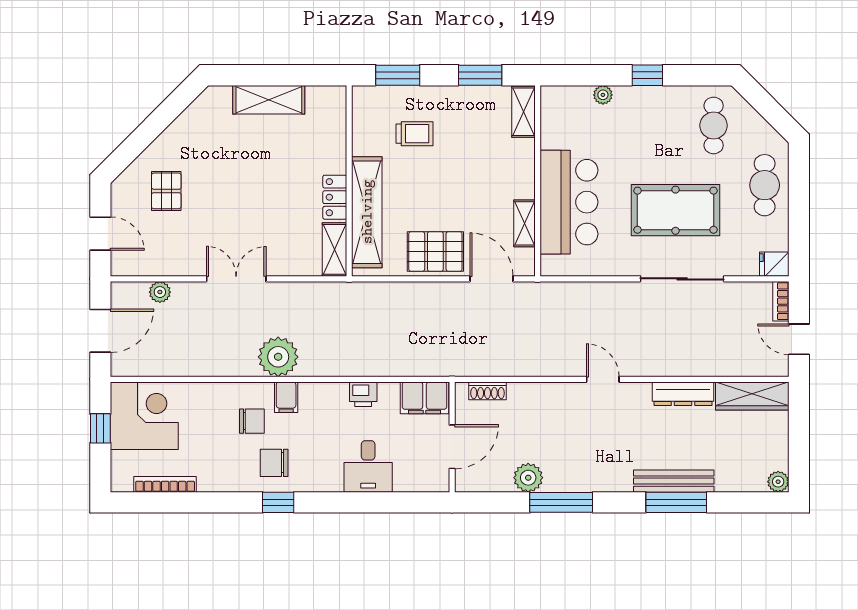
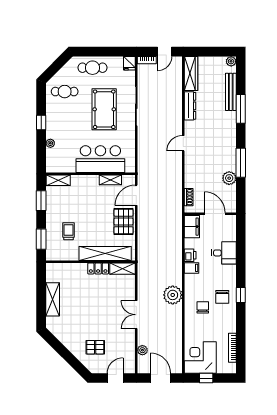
filing cabinet: (286, 397) -> (192, 268), moved
bench: (674, 481) -> (231, 92), moved

